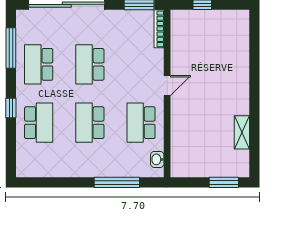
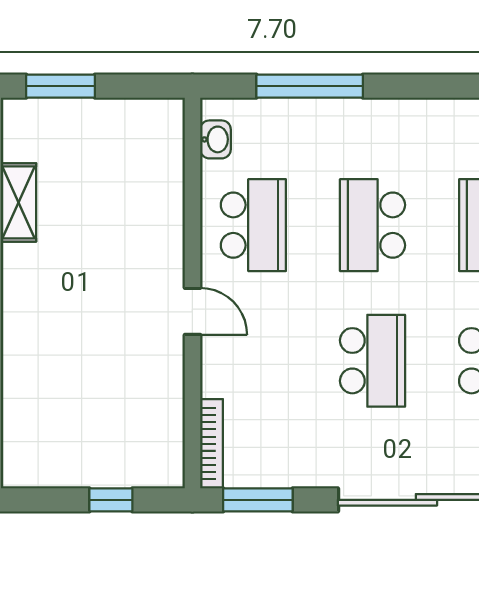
door: (167, 86) -> (192, 311), swing flipped
school desk: (90, 123) -> (373, 225), turned 180

